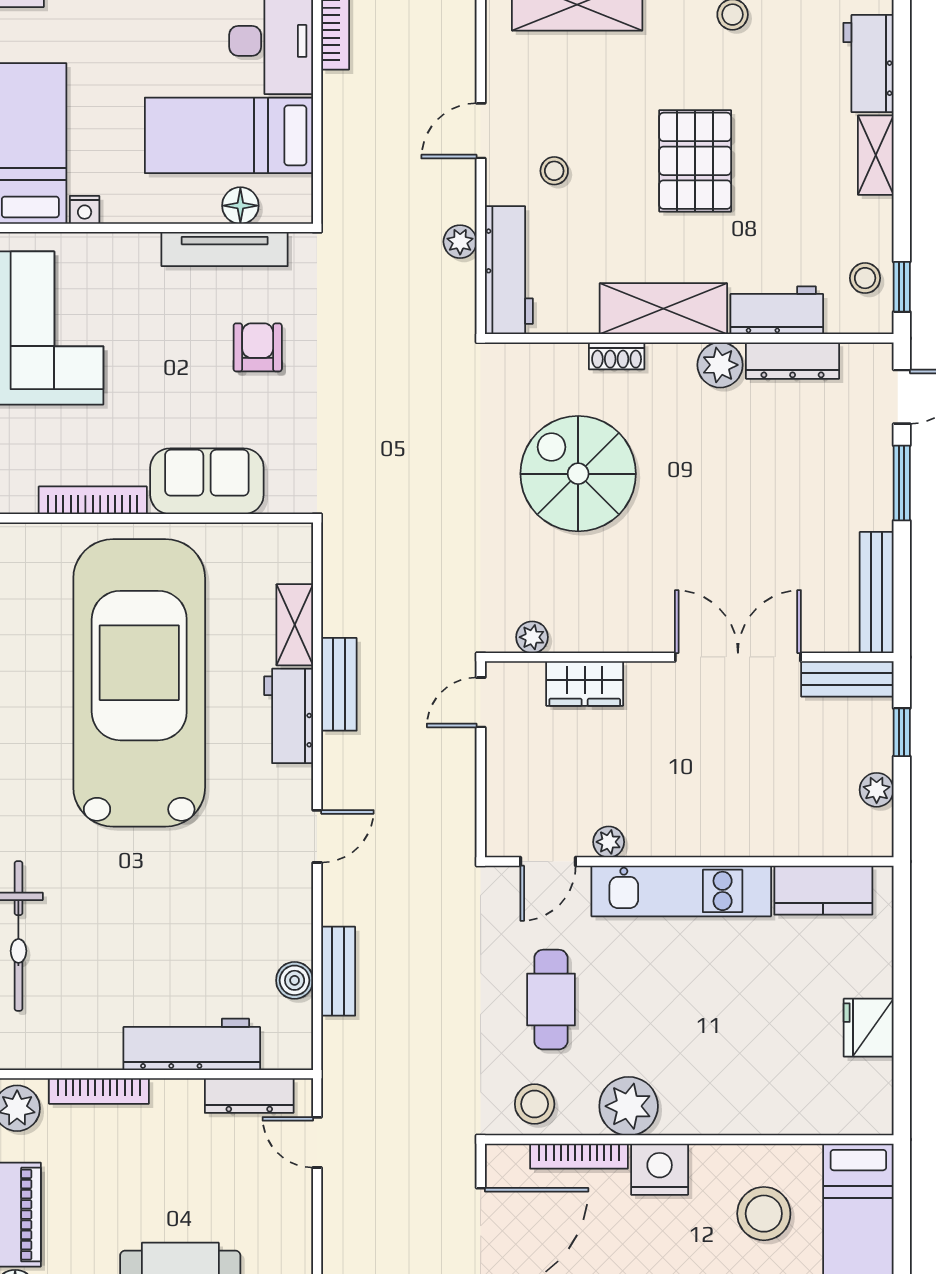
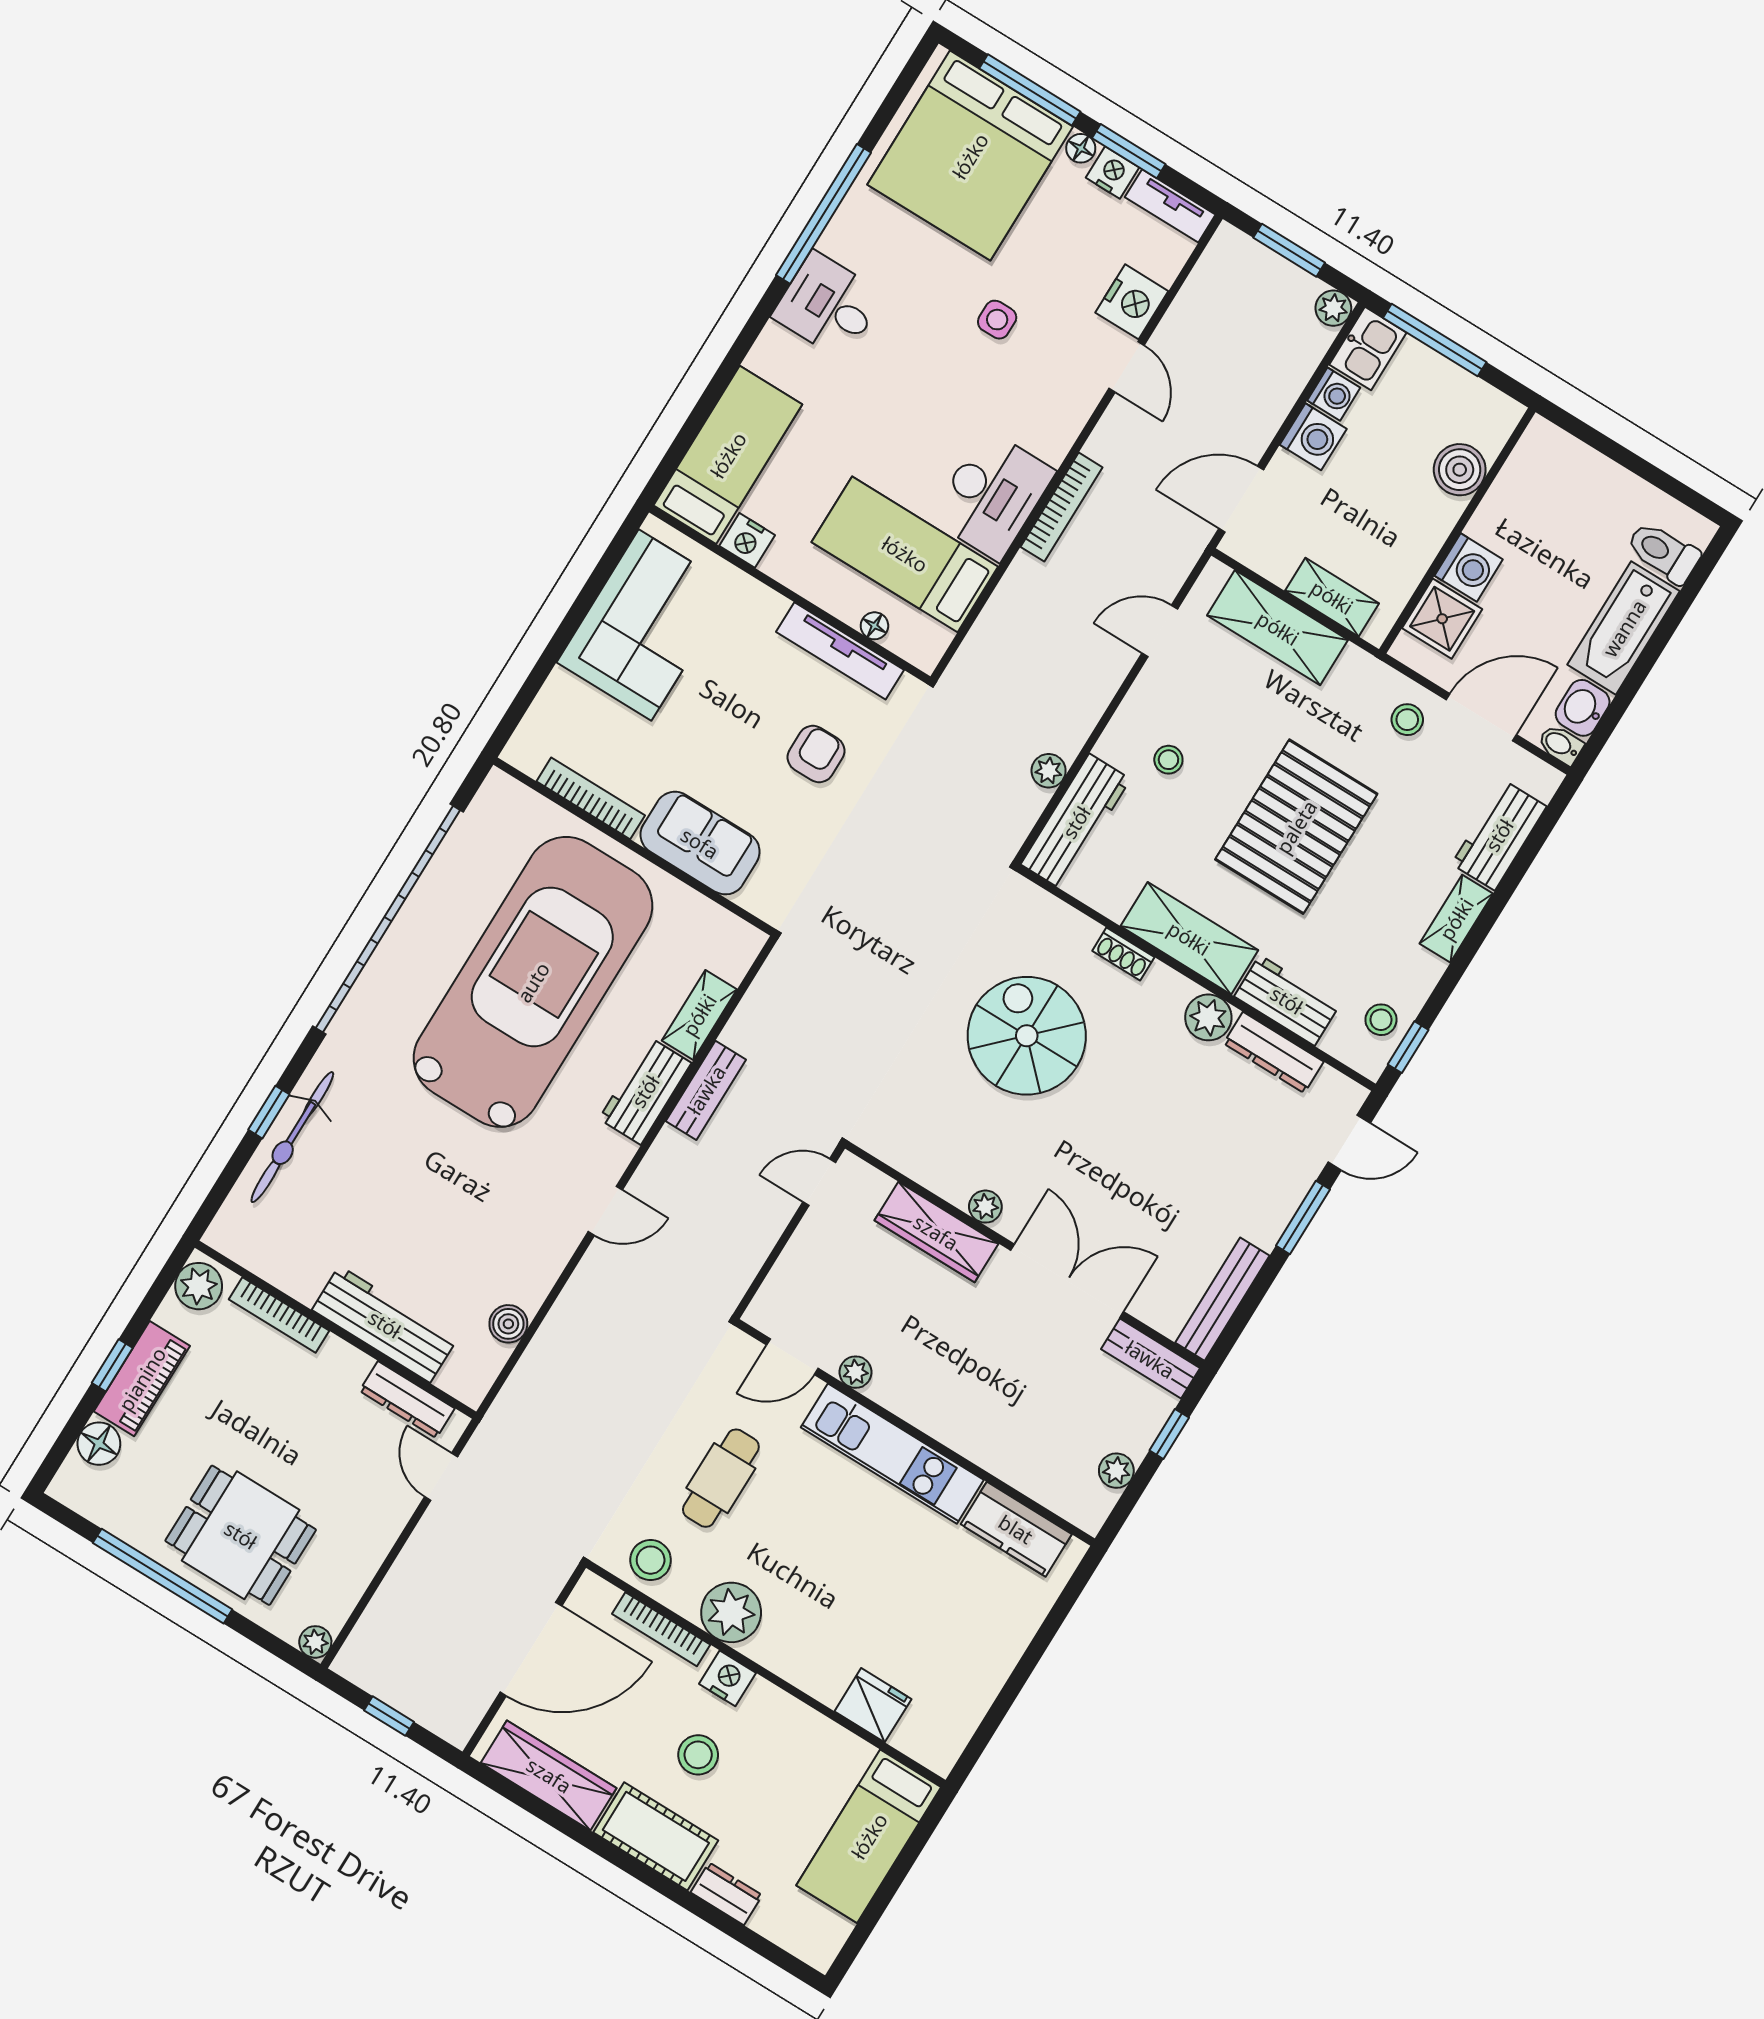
door: (481, 131) -> (1160, 631), moved
pallet: (695, 161) -> (1296, 827), width x1.37, depth x1.41
floor lamp: (240, 206) -> (874, 626), width x0.73, depth x0.73
nightstand: (85, 210) -> (747, 540), width x1.39, depth x1.35
plant: (532, 637) -> (985, 1207), moved
wardrobe: (585, 684) -> (936, 1232), width x1.50
bench: (338, 971) -> (551, 1339), removed
fridge: (869, 1028) -> (873, 1705), moved, turned 90
nightstand: (660, 1169) -> (728, 1678), width x0.74, depth x0.75
stool: (764, 1214) -> (698, 1755), moved, width x0.73, depth x0.73

